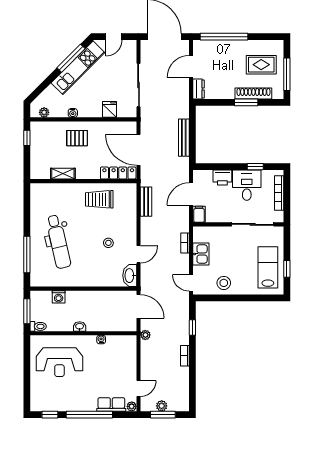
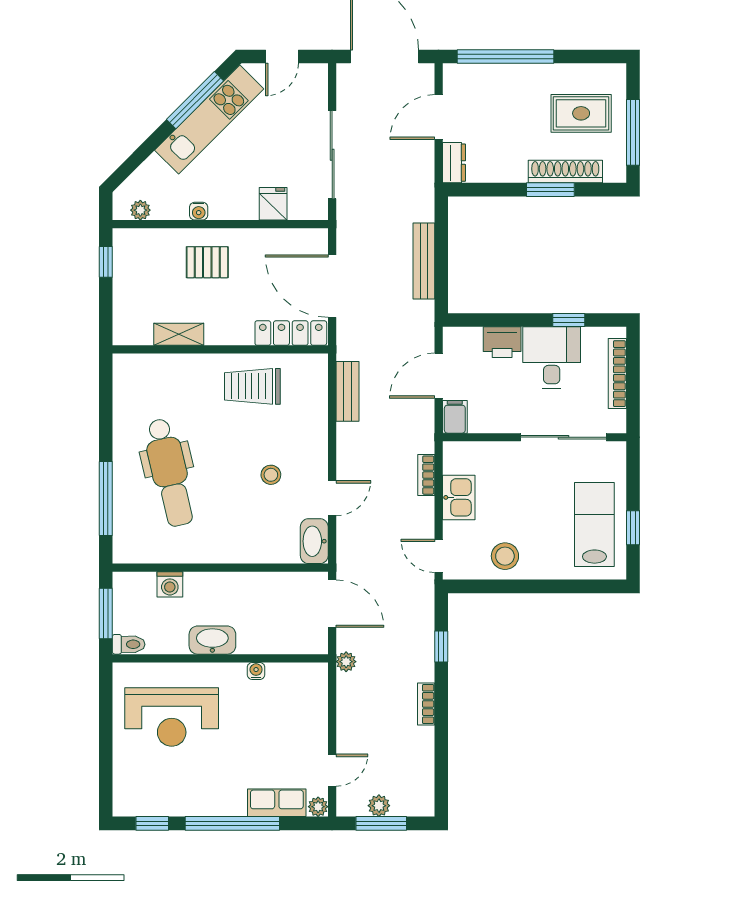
washbasin: (80, 326) -> (212, 640), width x1.91, depth x1.45

